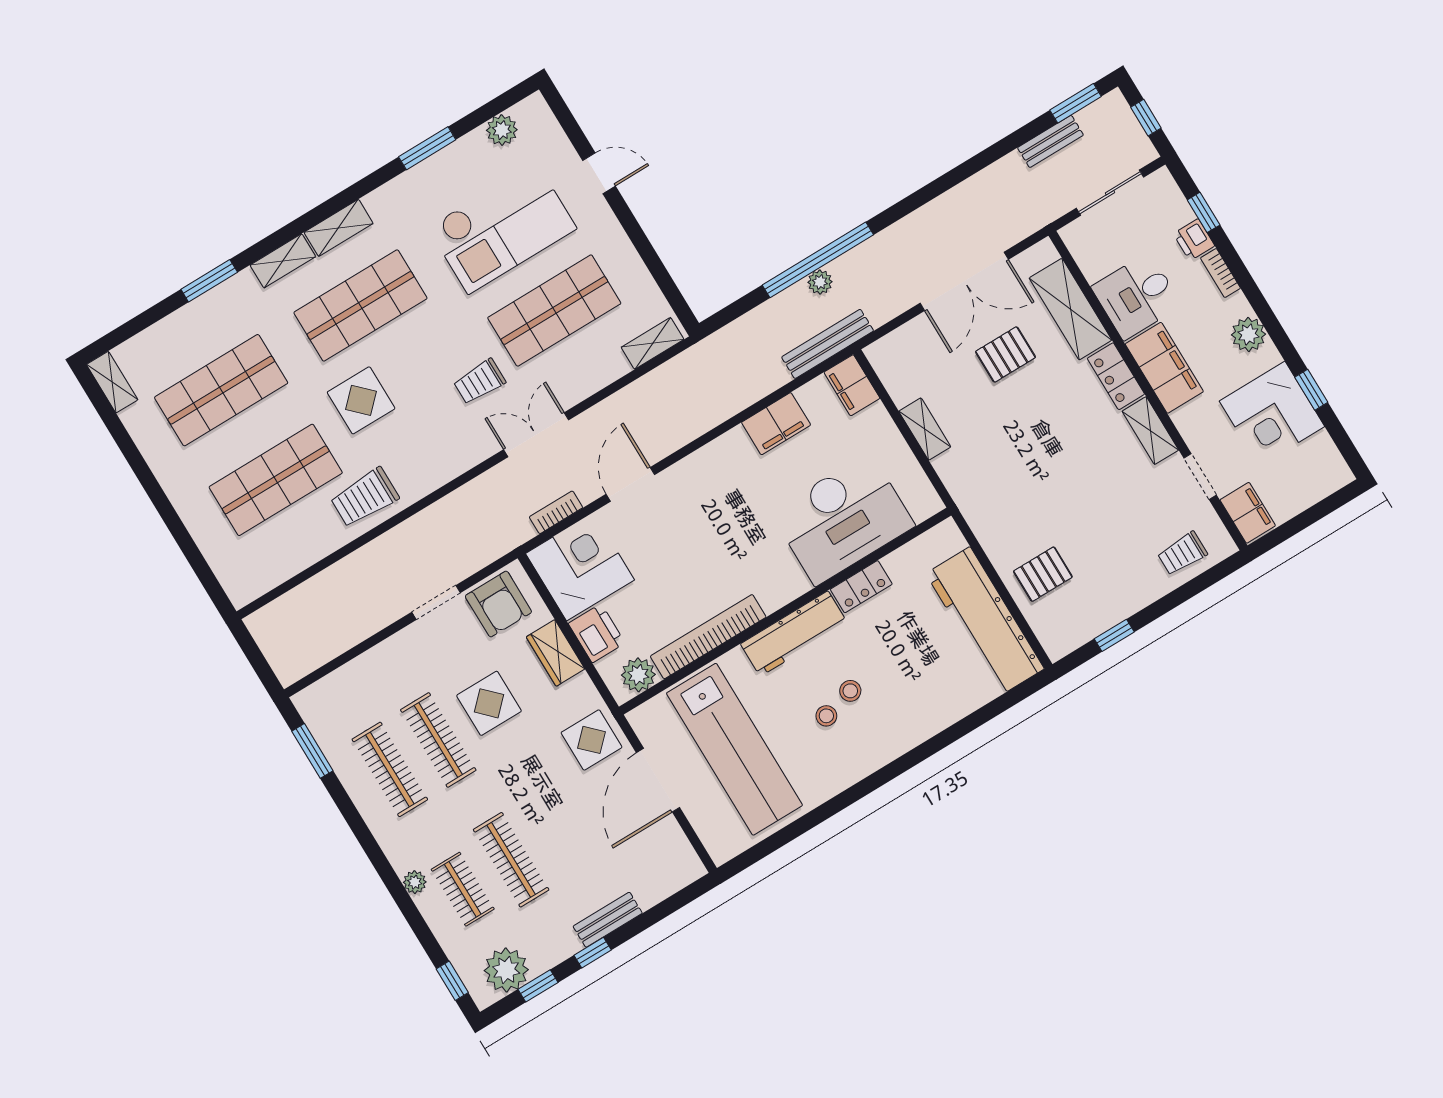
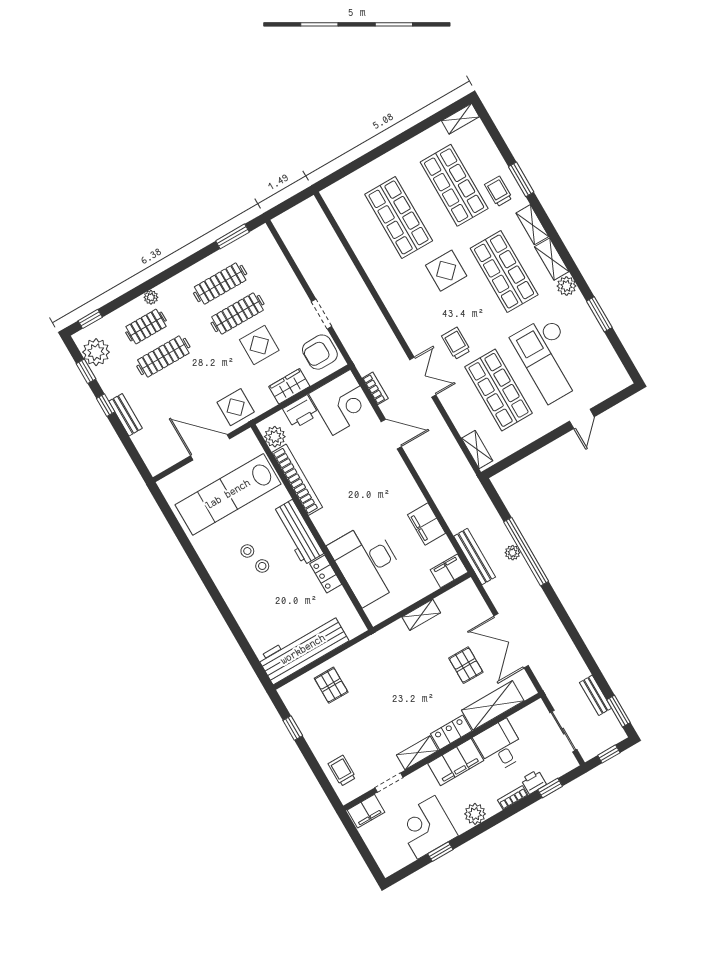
plant: (502, 130) -> (566, 286), moved
trolley: (365, 497) -> (498, 191), moved, width x0.73, depth x0.72

